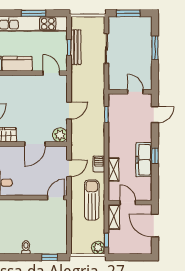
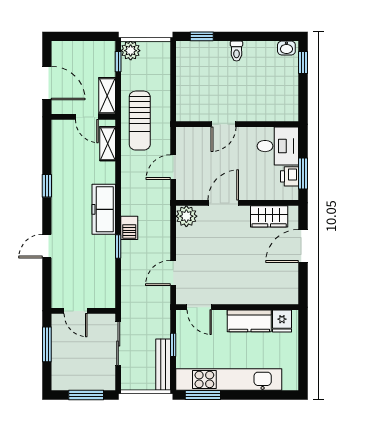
window: (34, 13) -> (203, 395), moved
bench: (76, 47) -> (163, 365), moved
wall: (130, 92) -> (83, 311), moved
door: (135, 92) -> (76, 311), moved
door: (69, 111) -> (173, 273), moved
freezer: (144, 160) -> (104, 209), moved, turned 180
barbecue: (99, 164) -> (129, 228), moved
shelving: (114, 170) -> (108, 144), moved
door: (56, 198) -> (224, 124), moved

